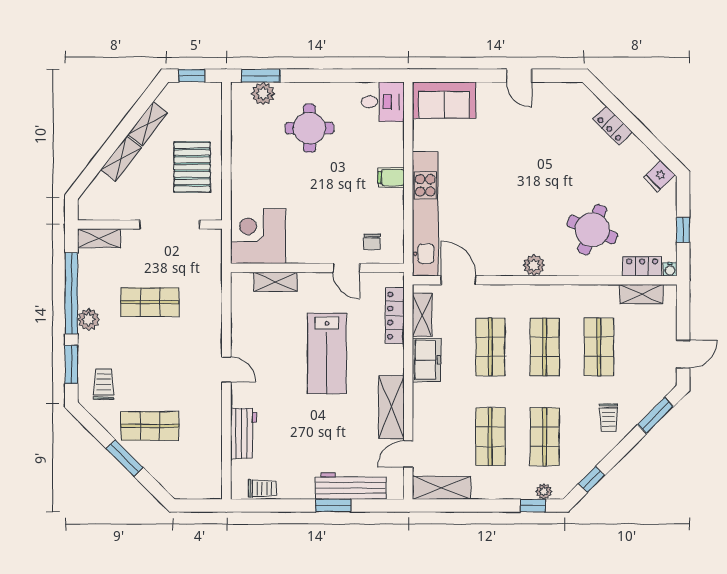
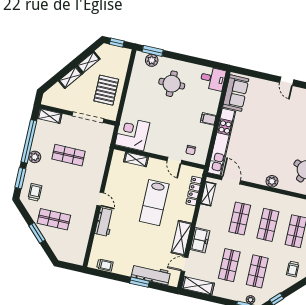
sofa: (444, 100) -> (236, 93), moved, turned -90
freezer: (426, 360) -> (200, 240), moved
workbench: (244, 433) -> (104, 222), moved

